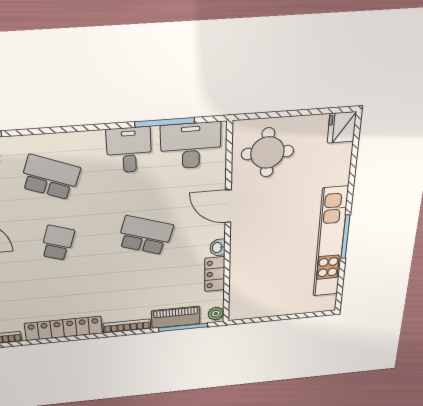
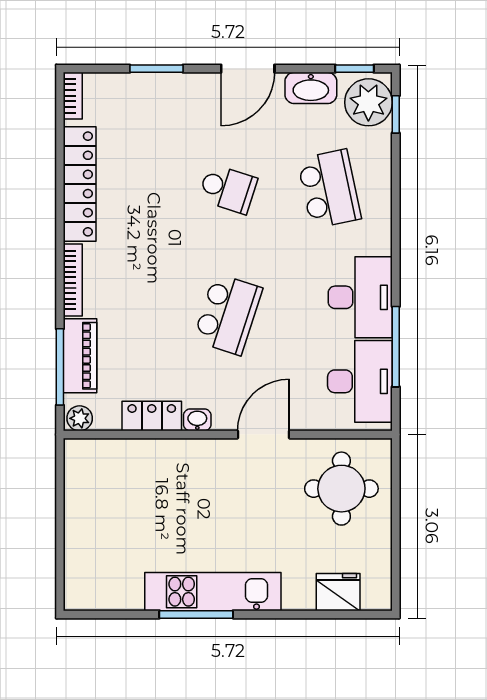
fridge: (342, 127) -> (338, 592), moved
desk: (129, 150) -> (360, 297), width x1.37
school desk: (50, 177) -> (329, 189), turned -33
kitchen unit: (330, 243) -> (213, 592), width x0.73

